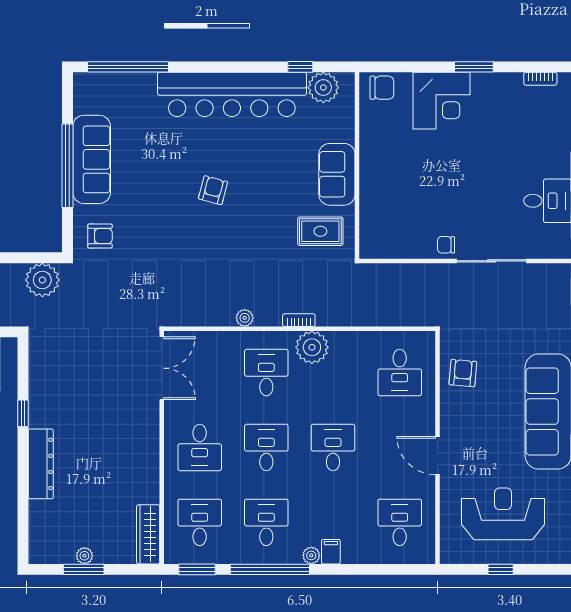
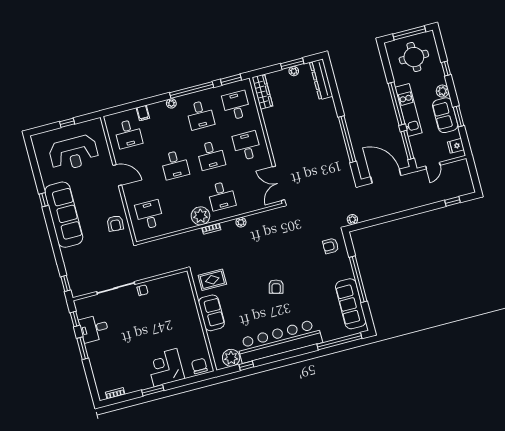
chair: (382, 88) -> (199, 366), turned 90
sofa: (92, 159) -> (351, 304), moved
plant: (42, 280) -> (352, 219), width x0.53, depth x0.53
window: (23, 413) -> (347, 139), width x3.17
dresser: (41, 464) -> (321, 79), moved
desk: (200, 522) -> (236, 105), turned 180
filing cabinet: (331, 552) -> (143, 113), moved

